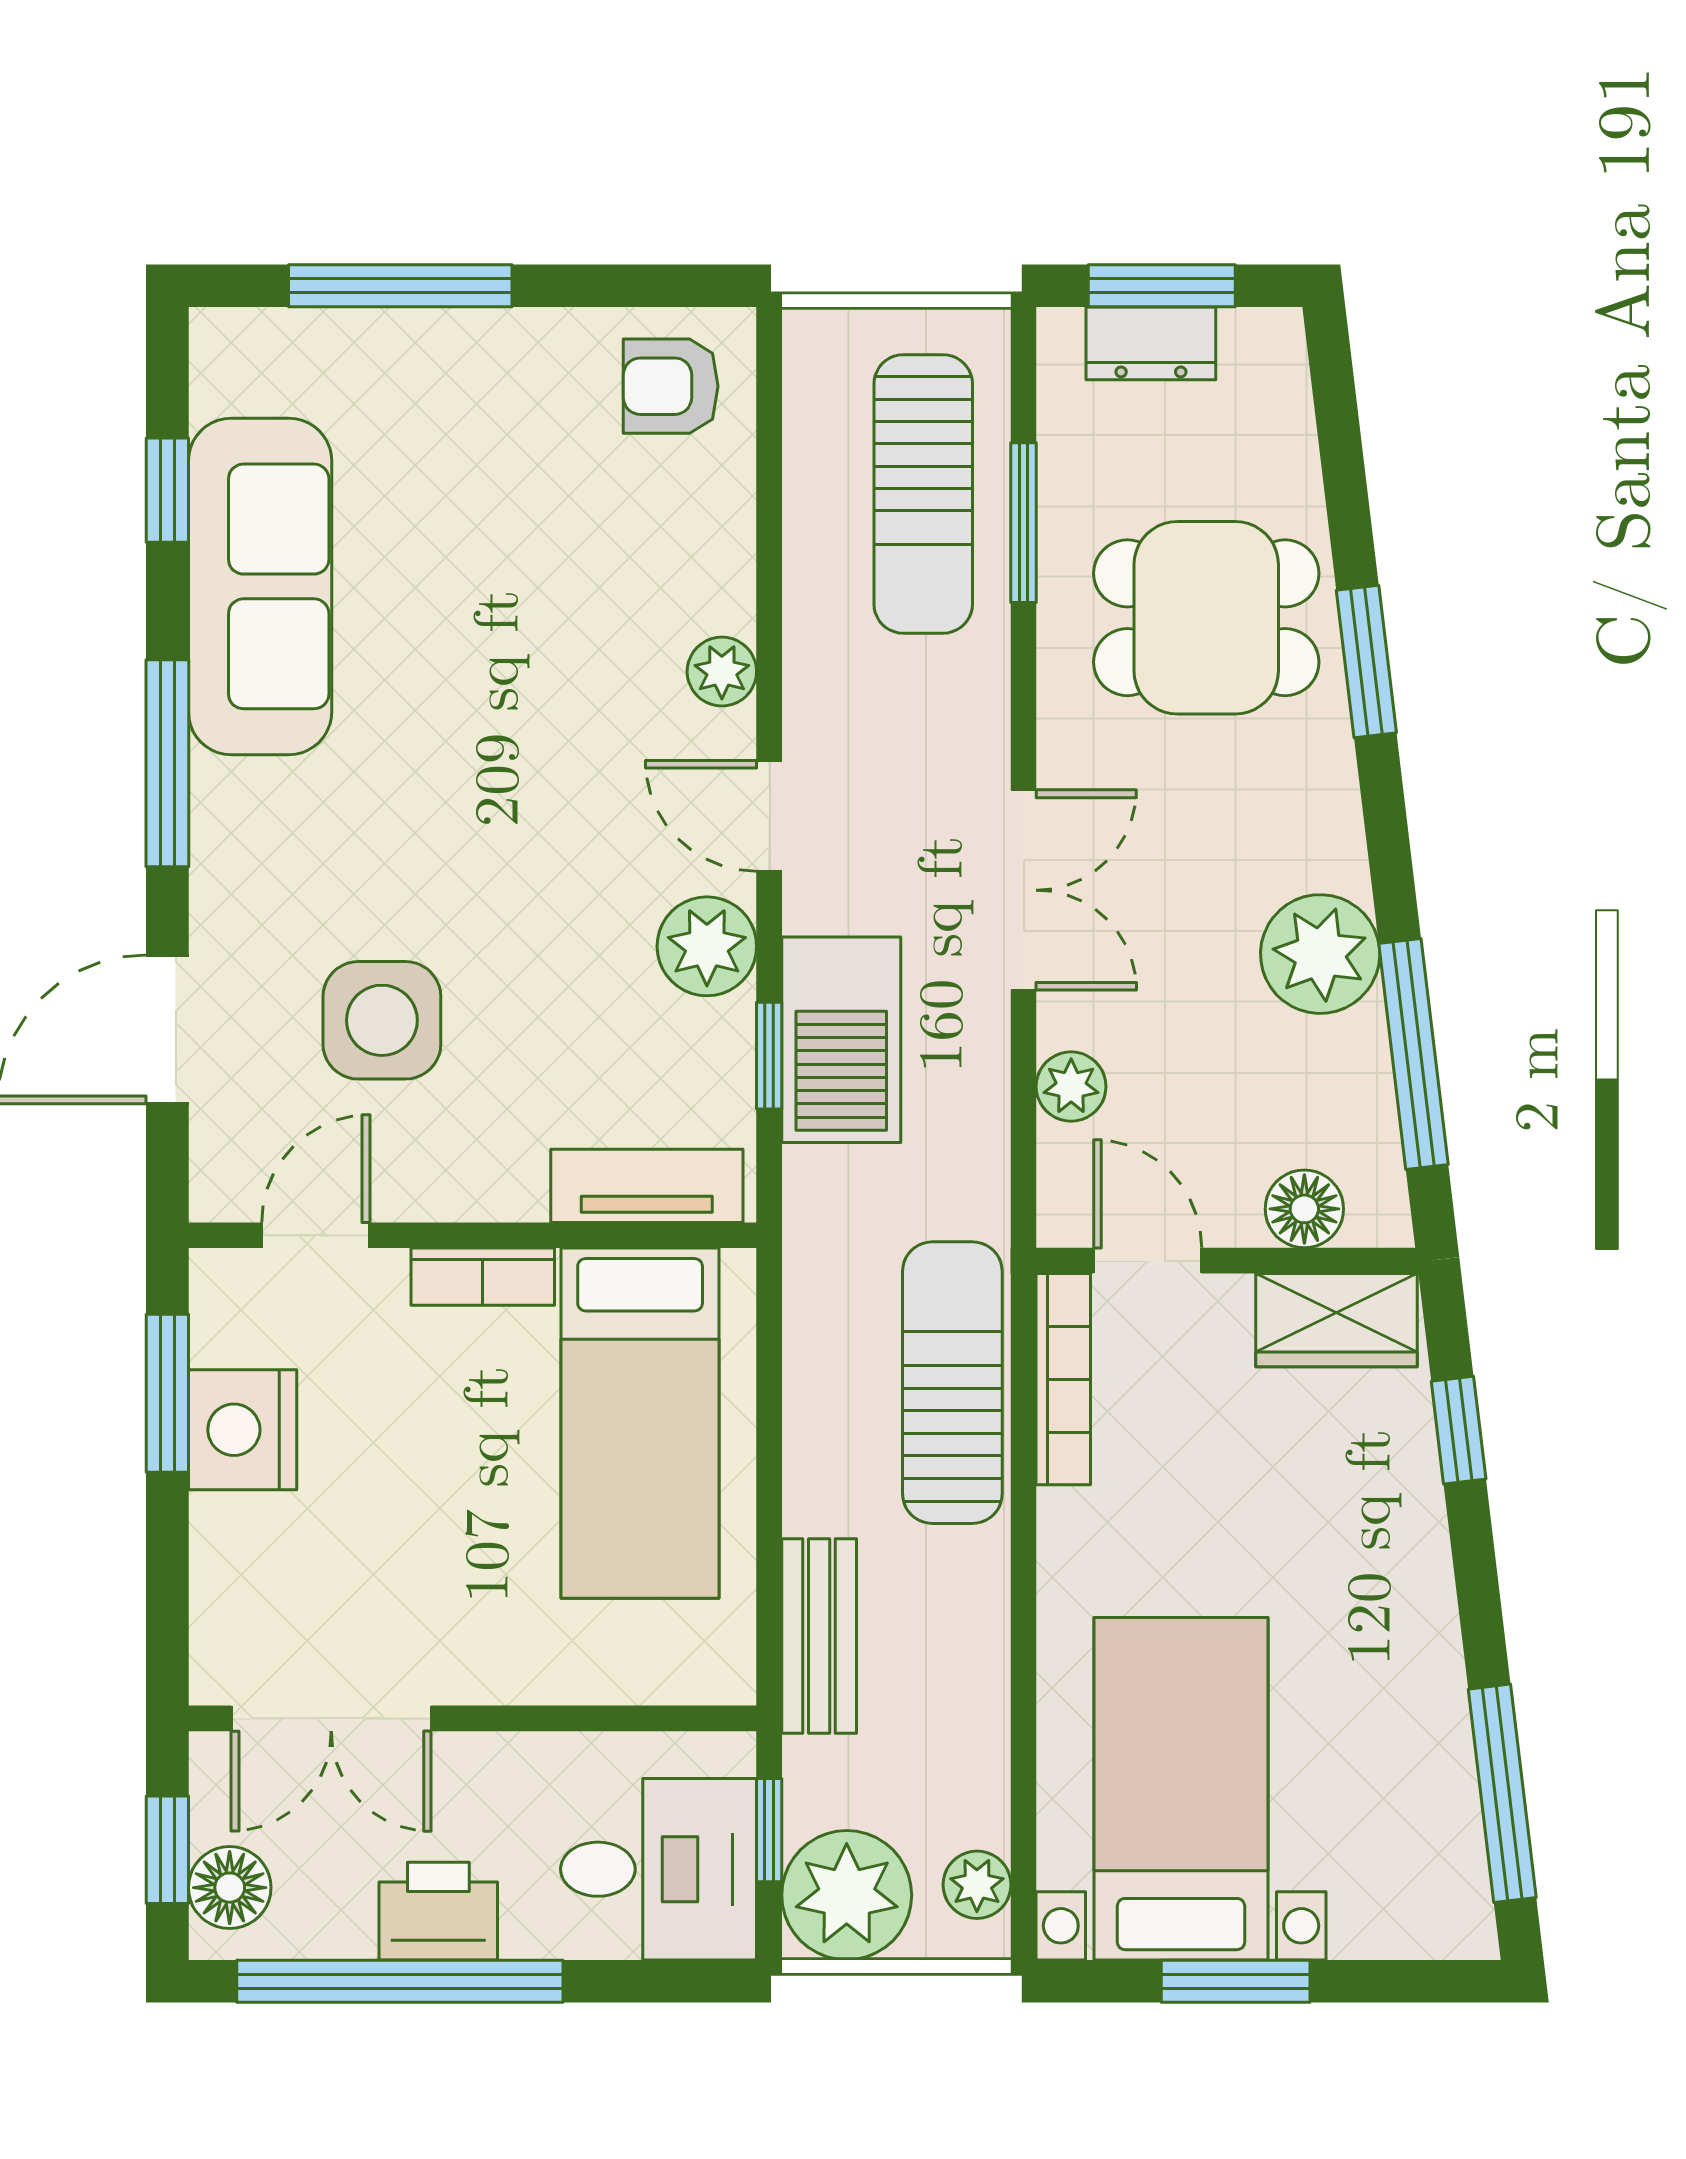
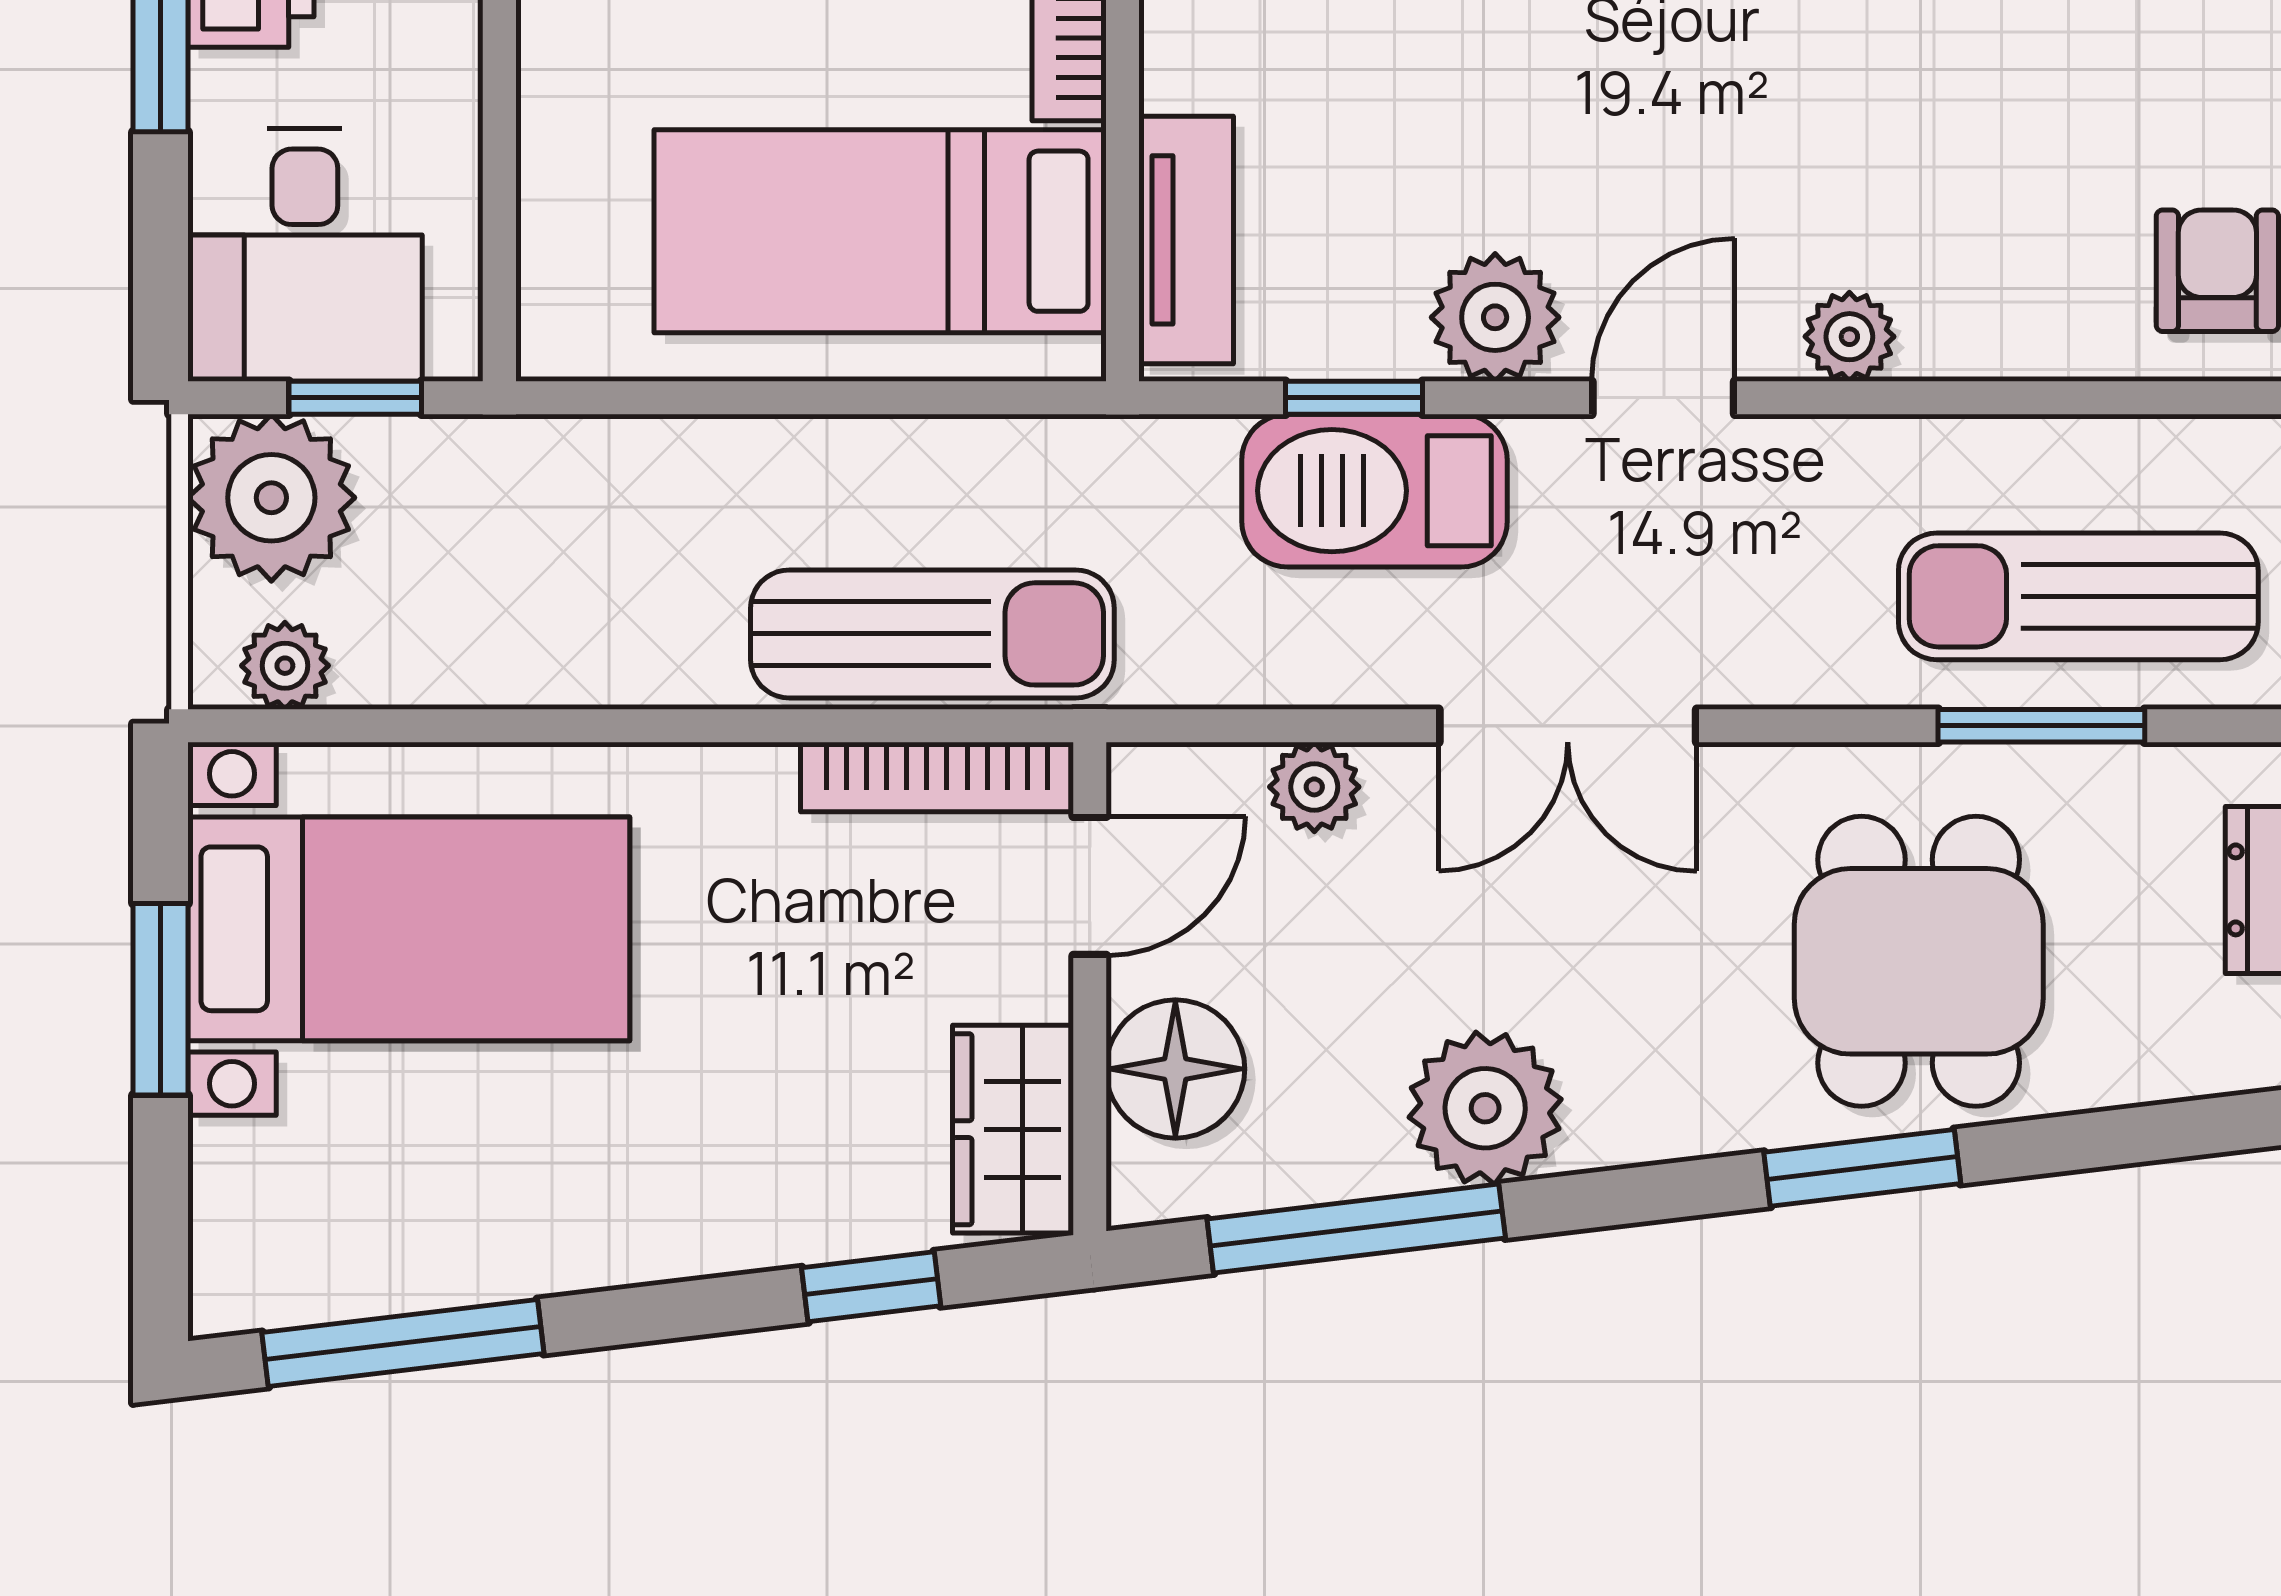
floor lamp: (1304, 1209) -> (1175, 1069), width x1.38, depth x1.38
bench: (819, 1636) -> (606, 462), removed

